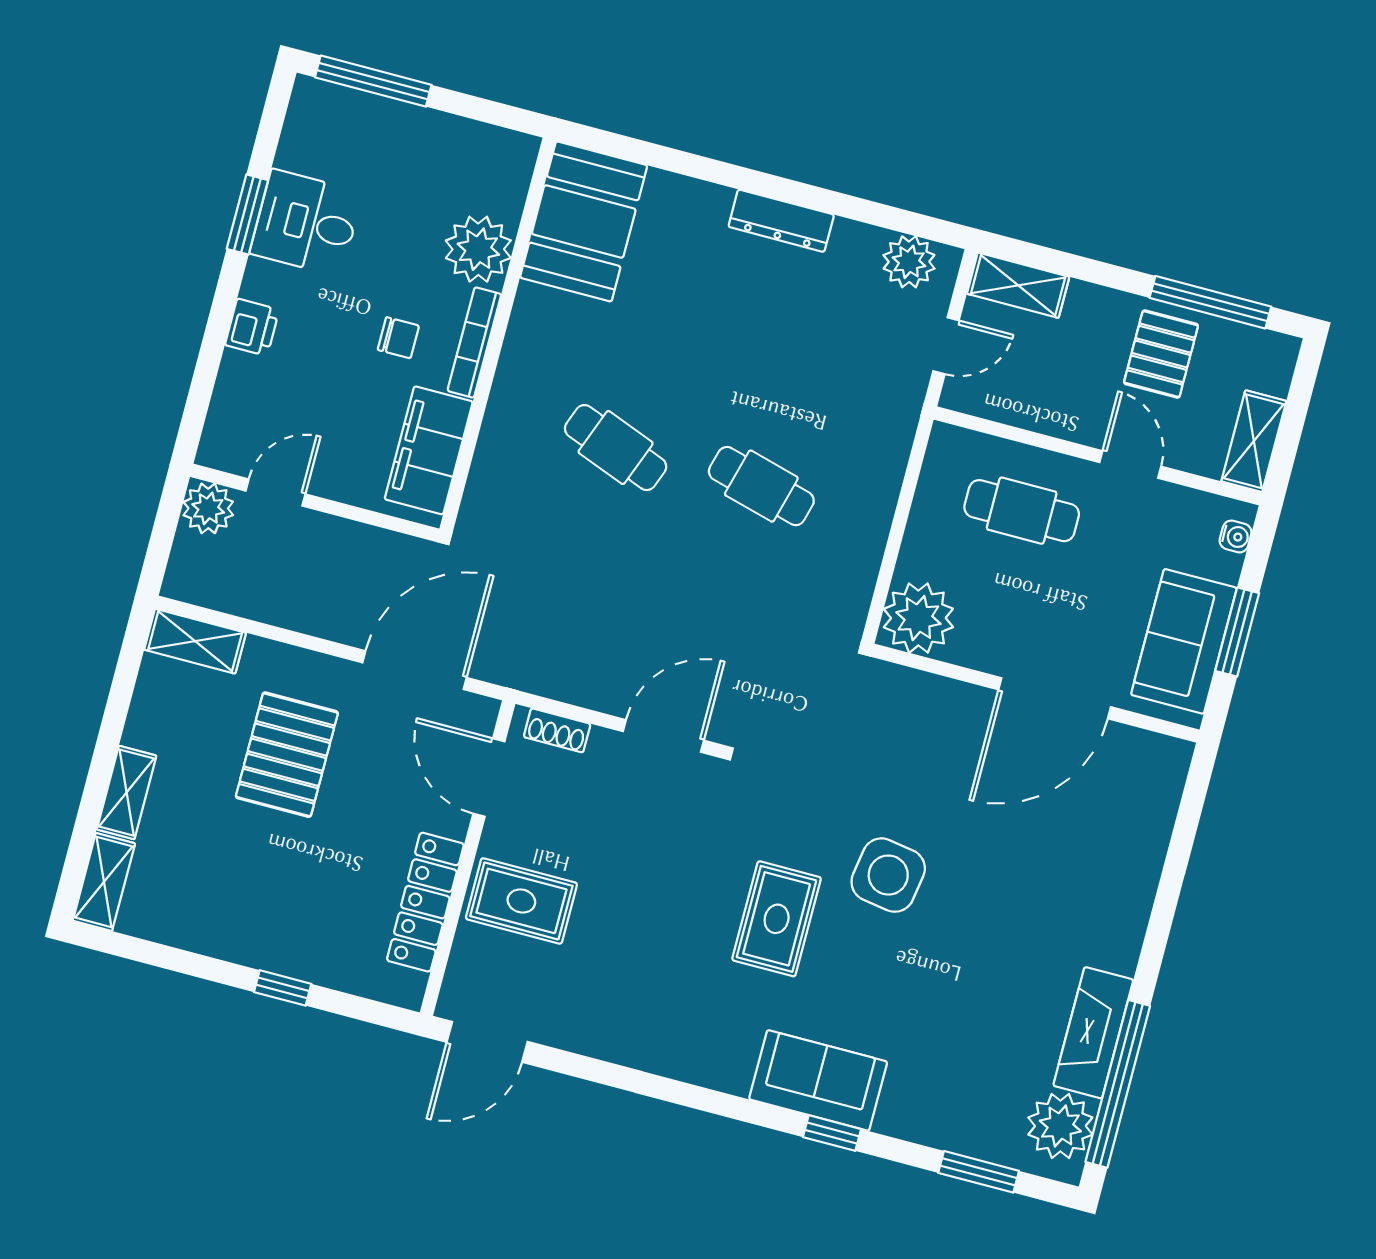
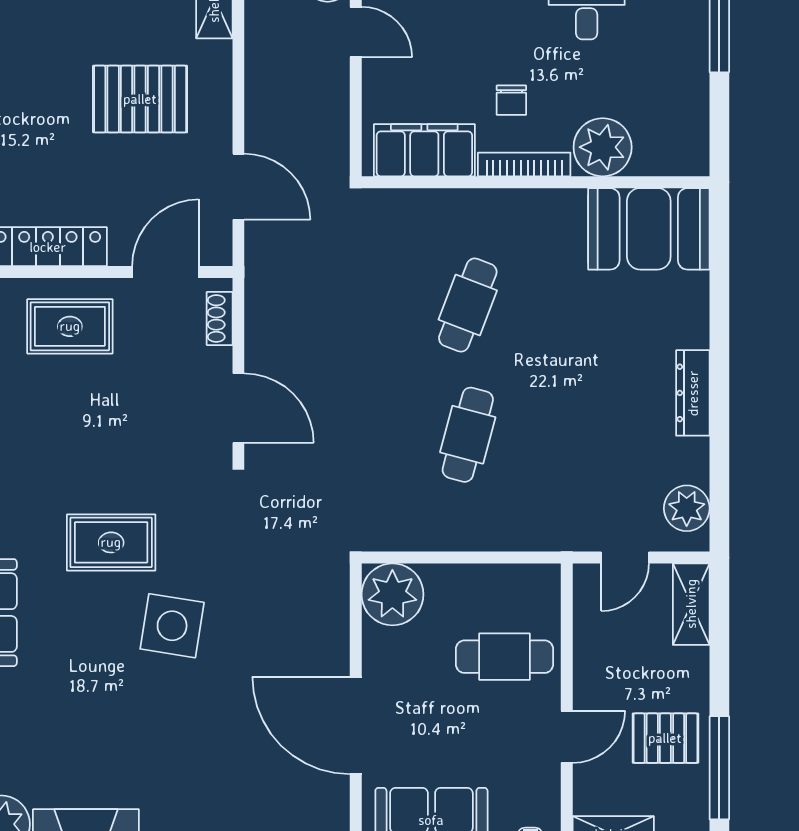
door: (946, 346) -> (625, 558), hinge flipped
cafe table: (1022, 511) -> (505, 657), turned 90
door: (415, 670) -> (238, 187), width x0.73
rug: (521, 901) -> (70, 326), turned 90

